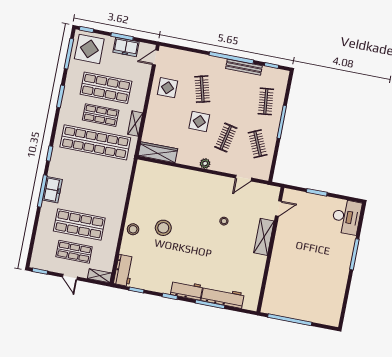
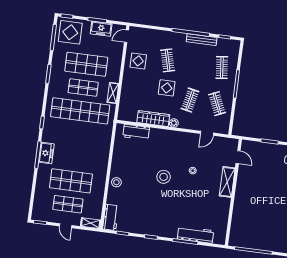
wardrobe: (158, 152) -> (153, 119), moved
door: (278, 208) -> (238, 157), hinge flipped
stool: (163, 228) -> (164, 177), moved
workbench: (187, 290) -> (136, 132), moved, turned 180

